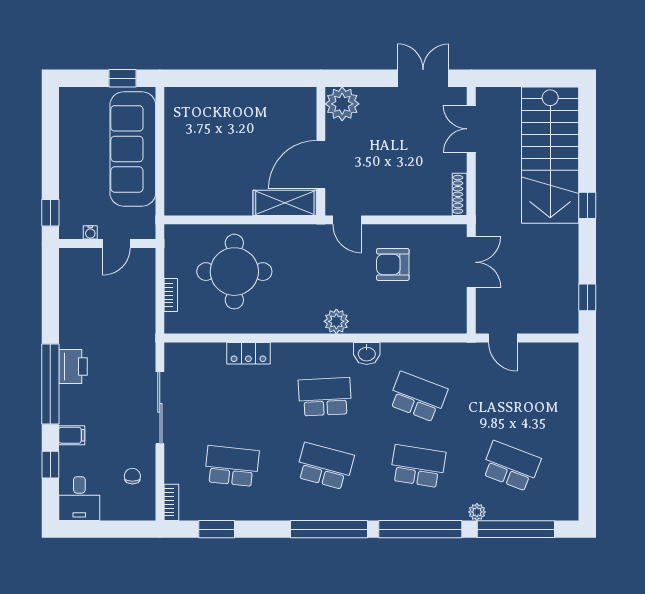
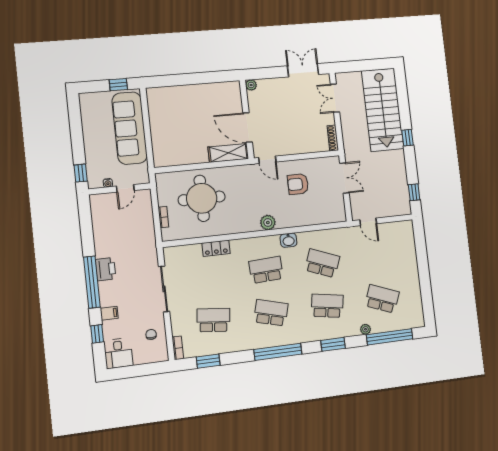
plant: (342, 104) -> (251, 85), width x0.53, depth x0.53
door: (321, 165) -> (248, 127), hinge flipped
window: (420, 529) -> (333, 344), width x0.47

